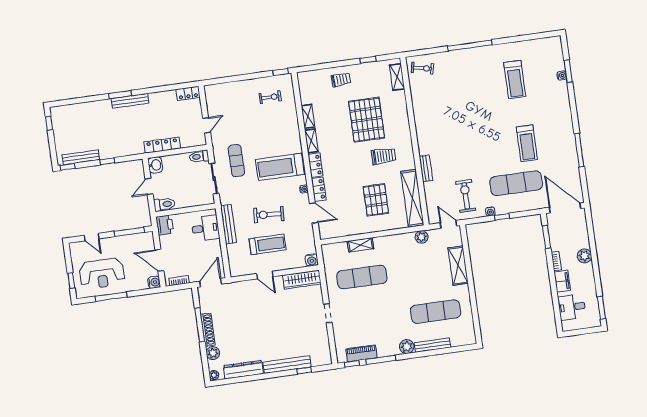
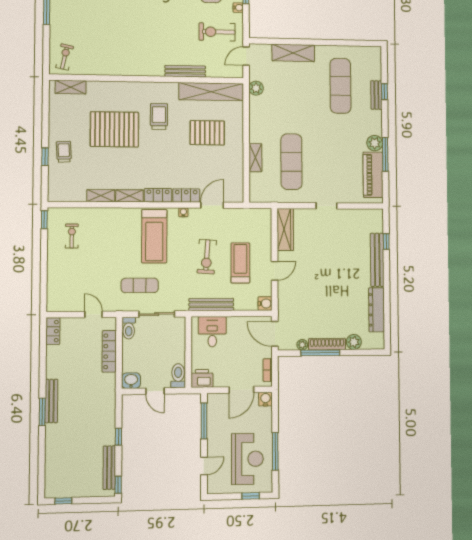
window: (368, 60) -> (45, 157), moved
locker: (162, 145) -> (109, 351), moved
bench: (426, 168) -> (185, 71), width x1.36
water cooler: (312, 260) -> (265, 304), moved
bench: (432, 345) -> (376, 95), width x0.73
plant: (407, 347) -> (375, 143), moved
piano: (361, 353) -> (373, 175), width x1.37, depth x1.33
window: (352, 364) -> (385, 92), moved
plant: (214, 375) -> (302, 345), moved

